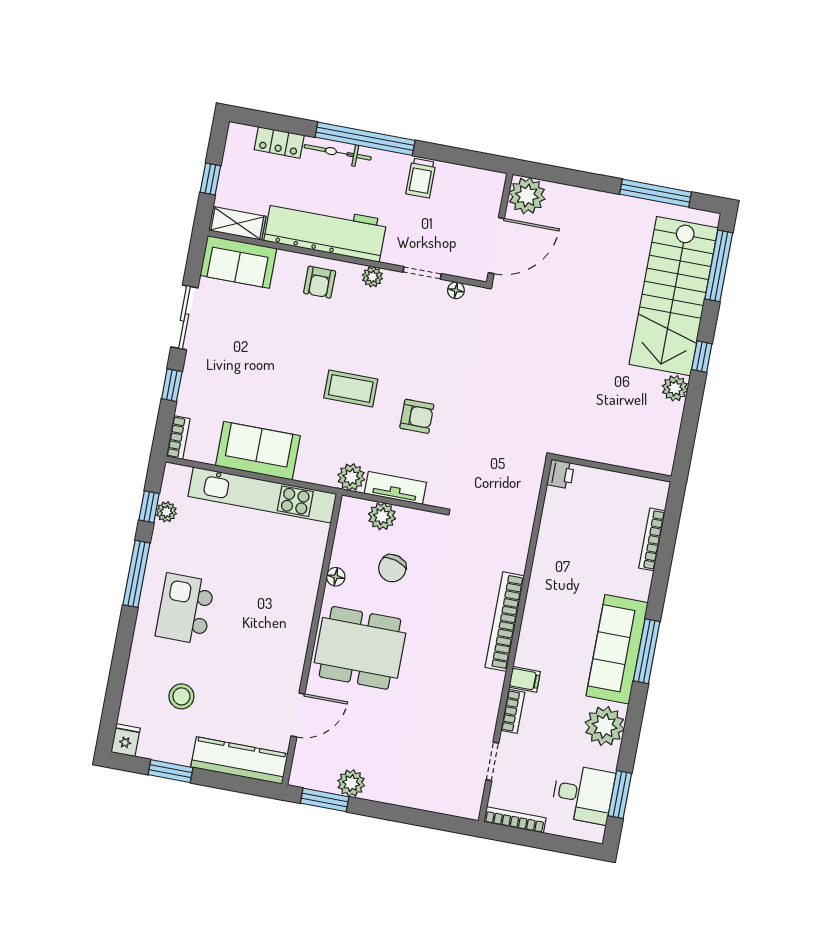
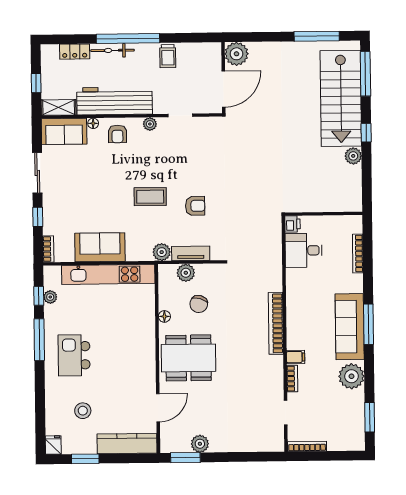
floor lamp: (456, 290) -> (93, 123), moved
desk: (583, 794) -> (304, 250), moved, turned 180

